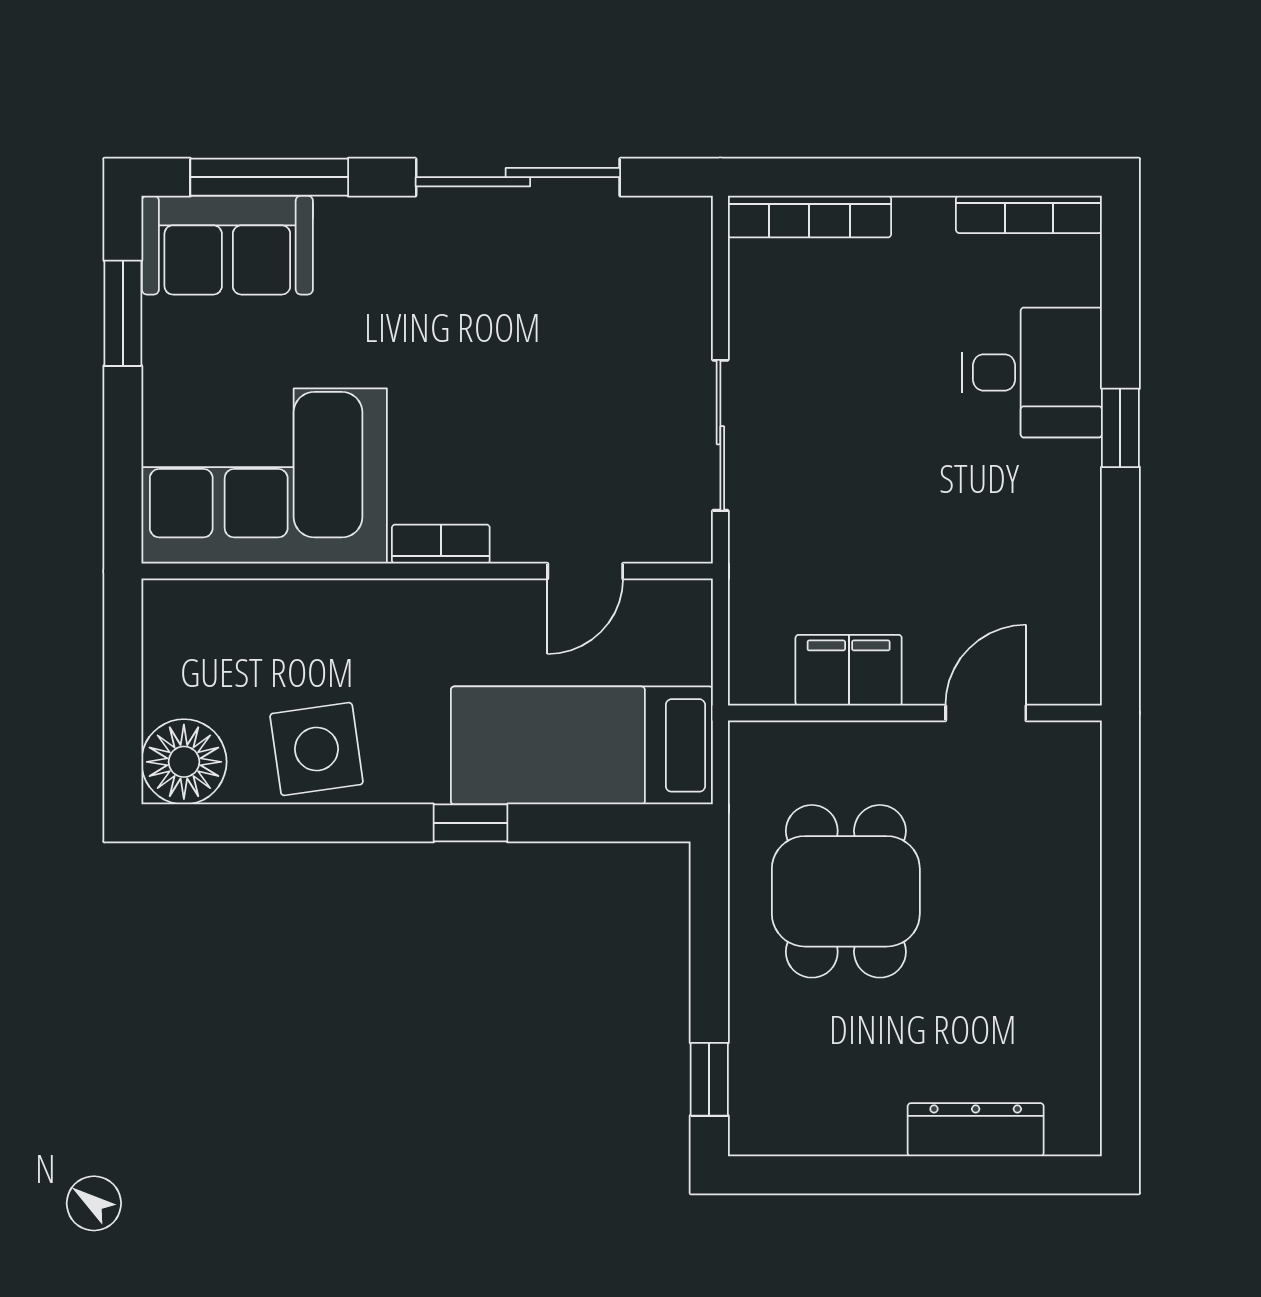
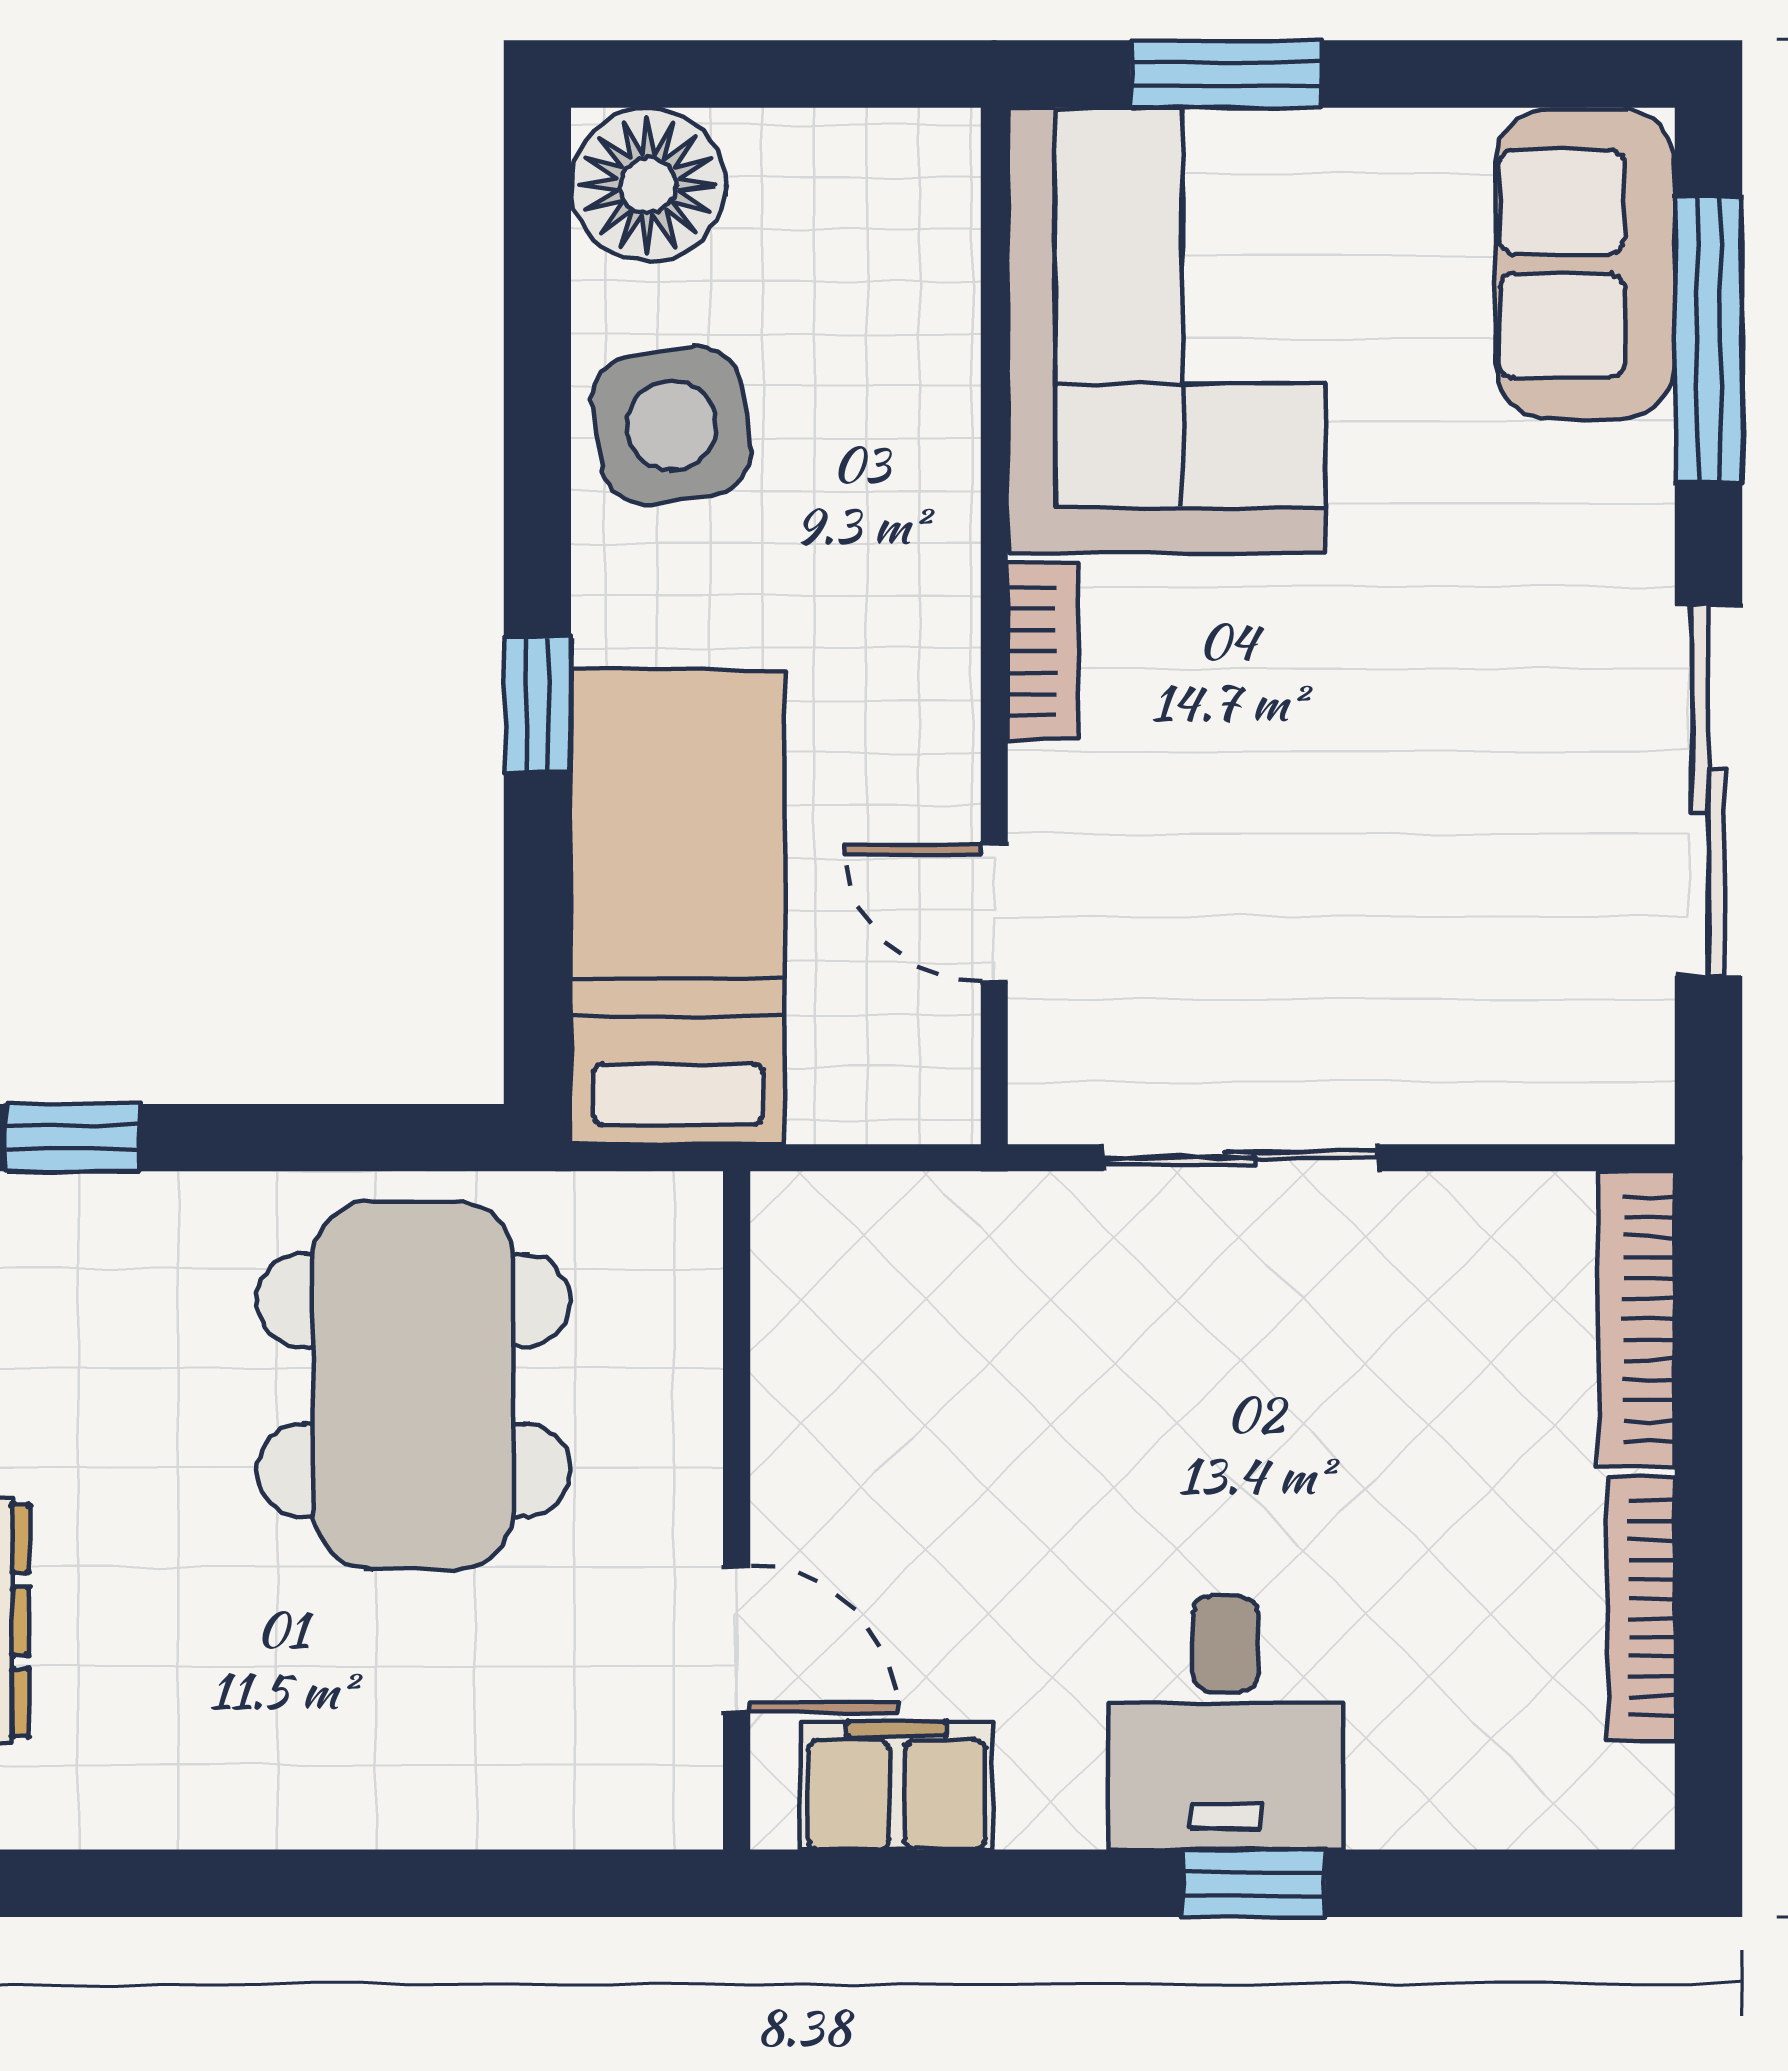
bookcase: (1029, 214) -> (1641, 1609), moved
window: (123, 313) -> (1226, 74), moved
desk: (1032, 372) -> (1225, 1723), moved
filing cabinet: (849, 670) -> (897, 1785), moved, turned -90
dining table: (846, 891) -> (413, 1385), width x1.38

